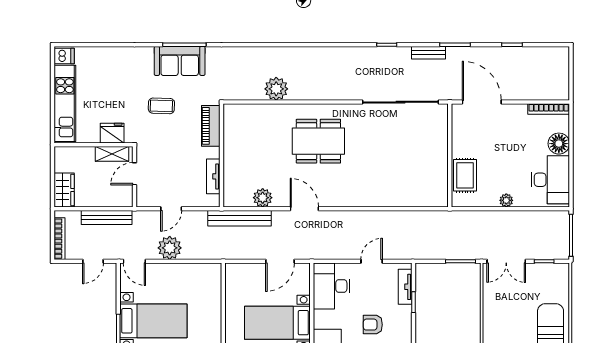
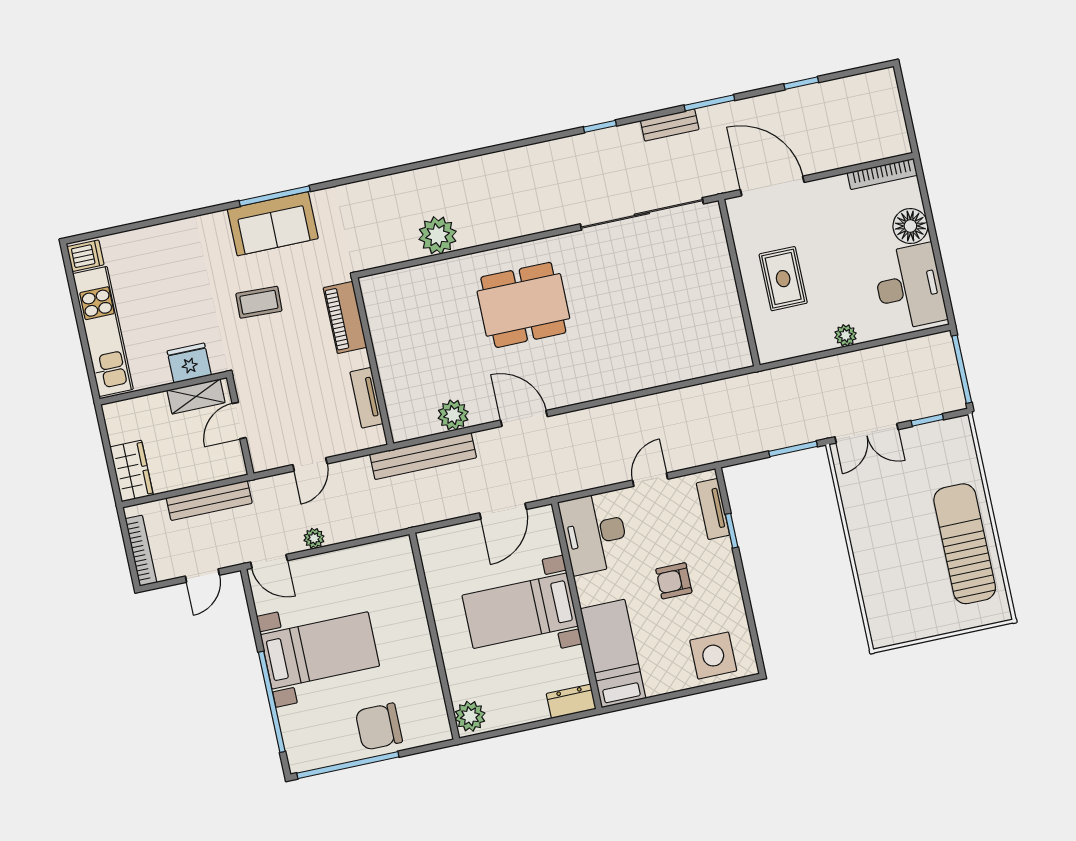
rug: (465, 175) -> (783, 279), moved
plant: (170, 248) -> (314, 538), width x0.53, depth x0.53

